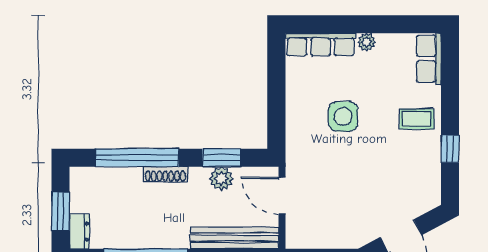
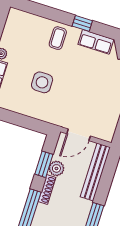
row of seats: (429, 59) -> (96, 42), moved
shoe rack: (165, 174) -> (47, 189), moved

